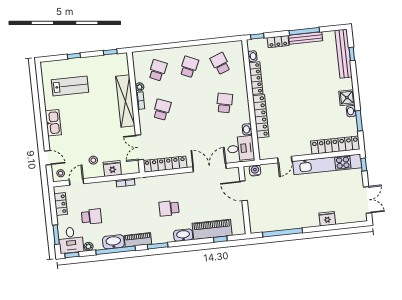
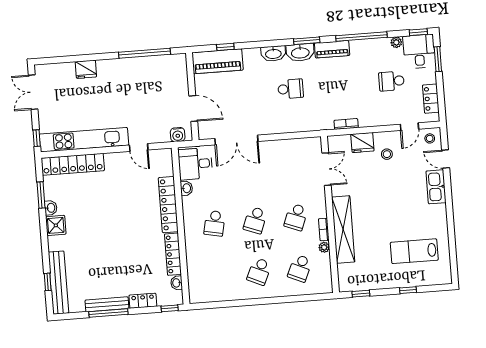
school desk: (220, 64) -> (255, 220), moved, turned 42
kitchen sink: (53, 123) -> (436, 187), moved
door: (285, 160) -> (139, 148), swing flipped
locker: (165, 164) -> (294, 146), removed
piano: (212, 229) -> (217, 61), moved
washbasin: (113, 242) -> (300, 52), moved

